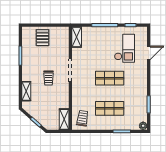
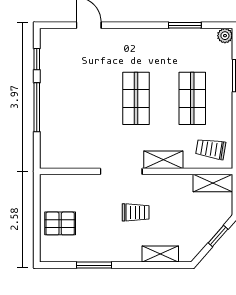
shelving: (77, 37) -> (163, 160), moved
checkout: (124, 48) -> (80, 70), removed

